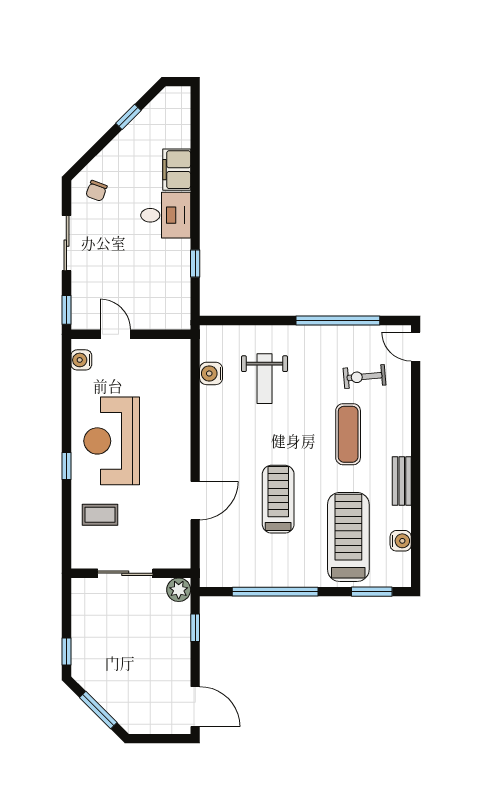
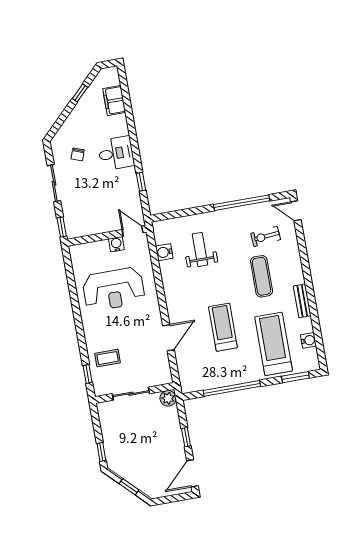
filing cabinet: (177, 170) -> (114, 100), moved
chair: (96, 191) -> (78, 154), moved
door: (115, 334) -> (133, 231), moved
water cooler: (81, 360) -> (116, 244), moved, turned 90
weight bench: (264, 379) -> (200, 249), turned 180
reception desk: (112, 441) -> (114, 289), moved, turned -90
window: (66, 466) -> (88, 374), moved
window: (195, 628) -> (186, 437), moved
door: (195, 707) -> (192, 473), swing flipped
window: (98, 710) -> (129, 487), width x0.67

